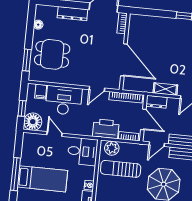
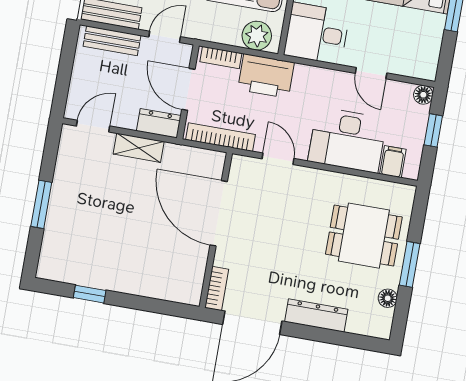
window: (27, 60) -> (410, 264), moved
door: (97, 89) -> (278, 159), hinge flipped
floor lamp: (33, 122) -> (423, 95), width x0.53, depth x0.53

